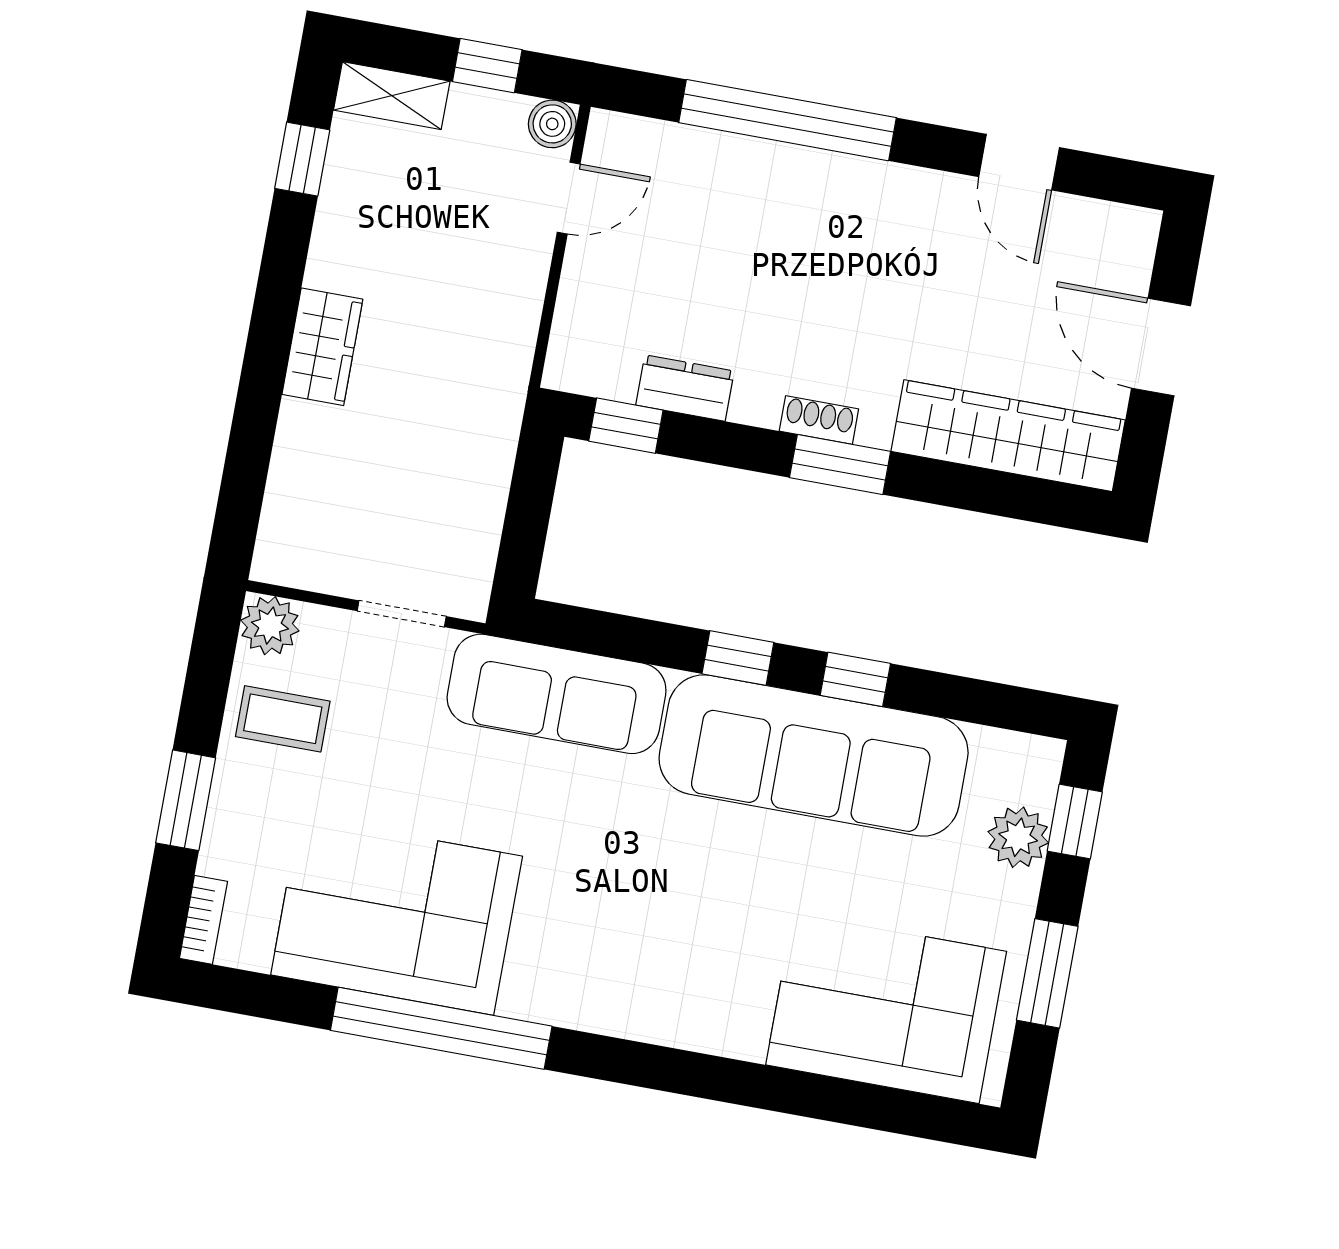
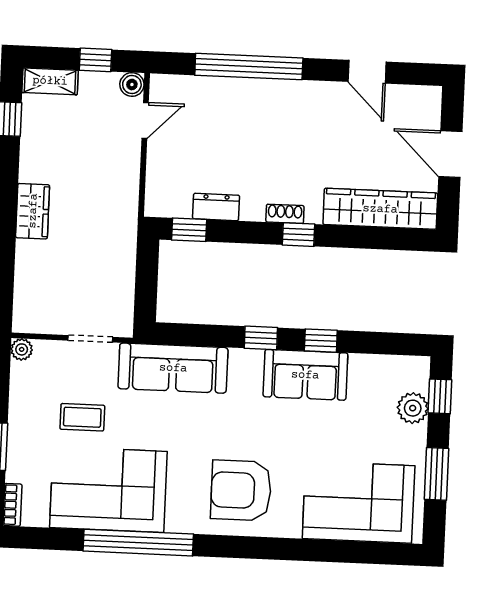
window: (840, 465) -> (299, 235), width x0.67
plant: (270, 626) -> (22, 349), width x0.73, depth x0.73
coffee table: (283, 719) -> (82, 417), moved
sofa: (814, 755) -> (305, 375), width x0.54, depth x0.79
armchair: (658, 953) -> (241, 490), added

